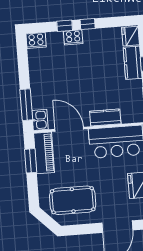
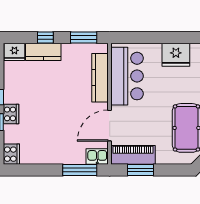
kitchen counter: (105, 118) -> (100, 78), width x1.50

